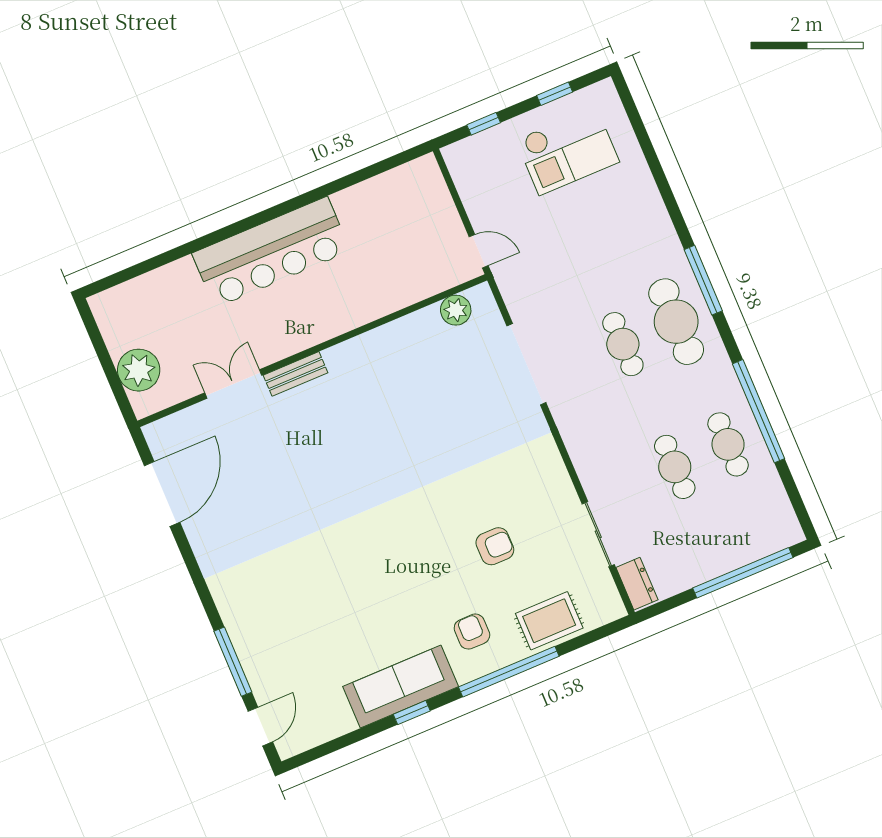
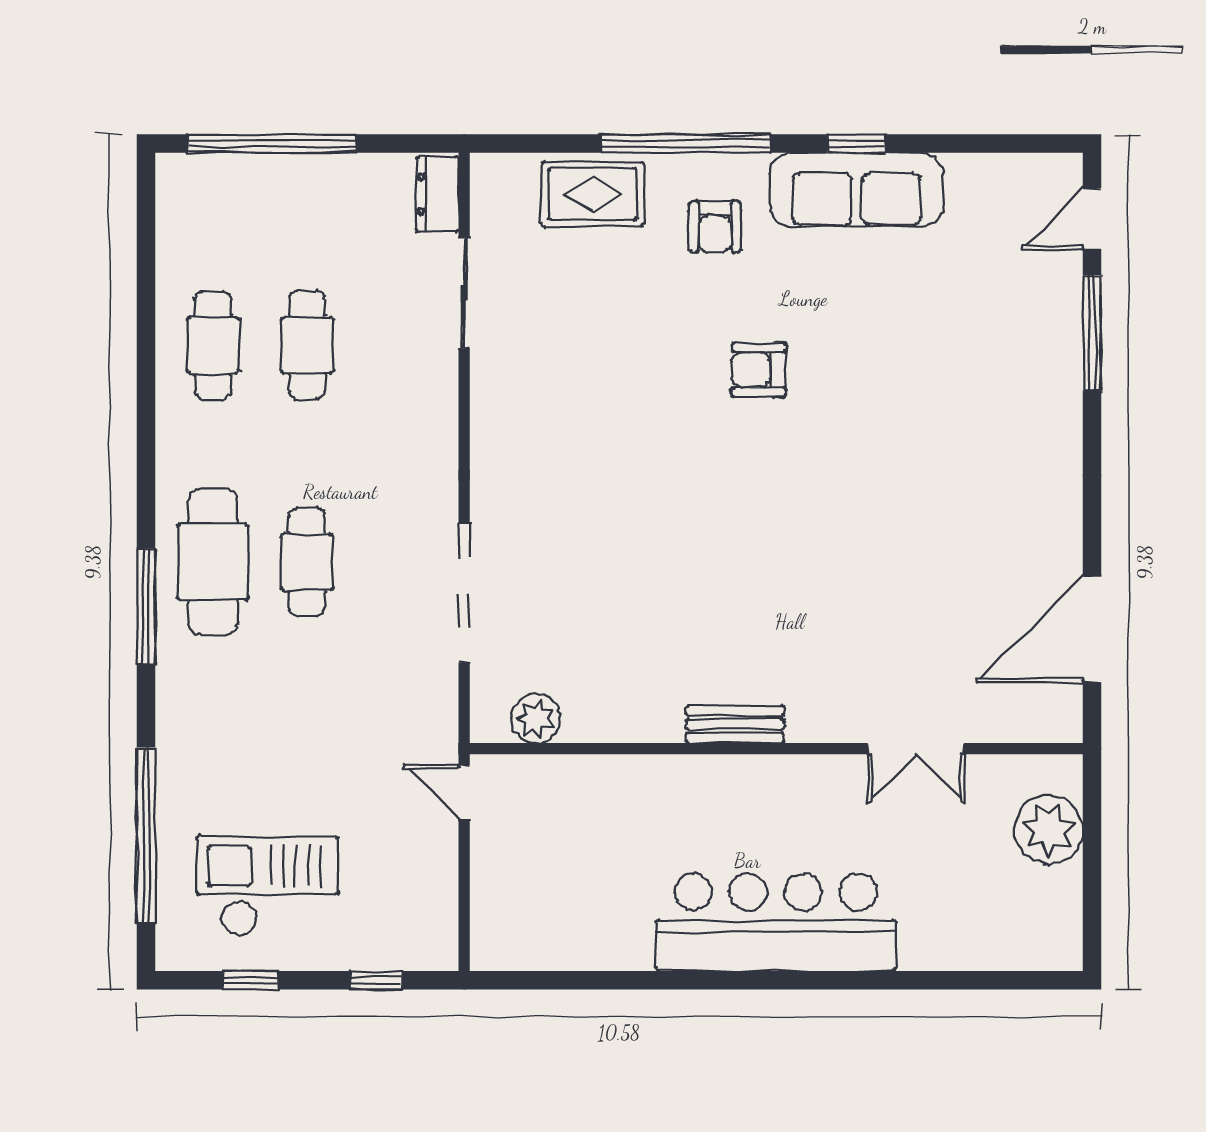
bench: (296, 374) -> (735, 724), moved
window: (759, 411) -> (146, 835), moved
armchair: (495, 546) -> (759, 370), moved

